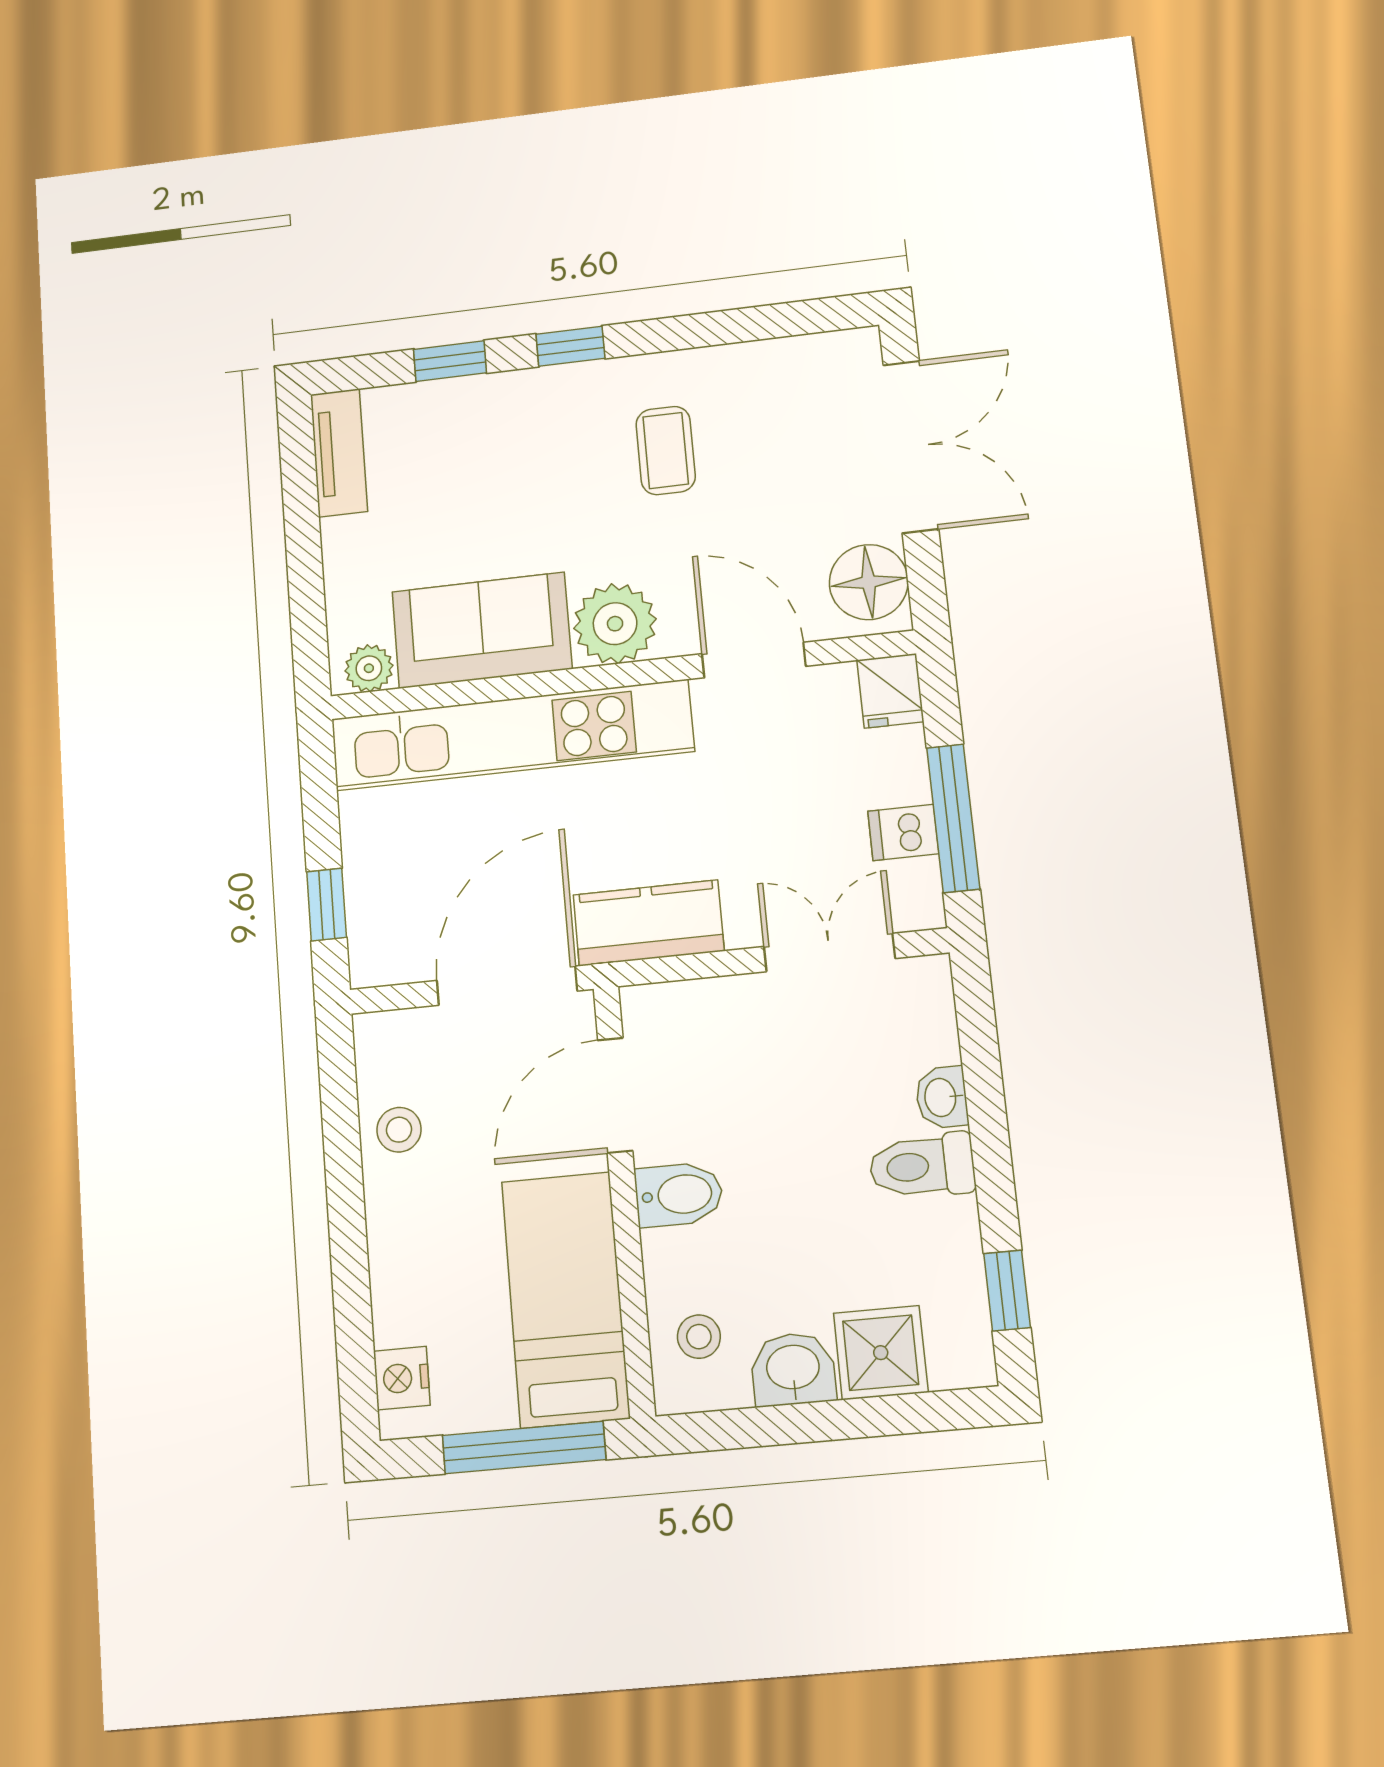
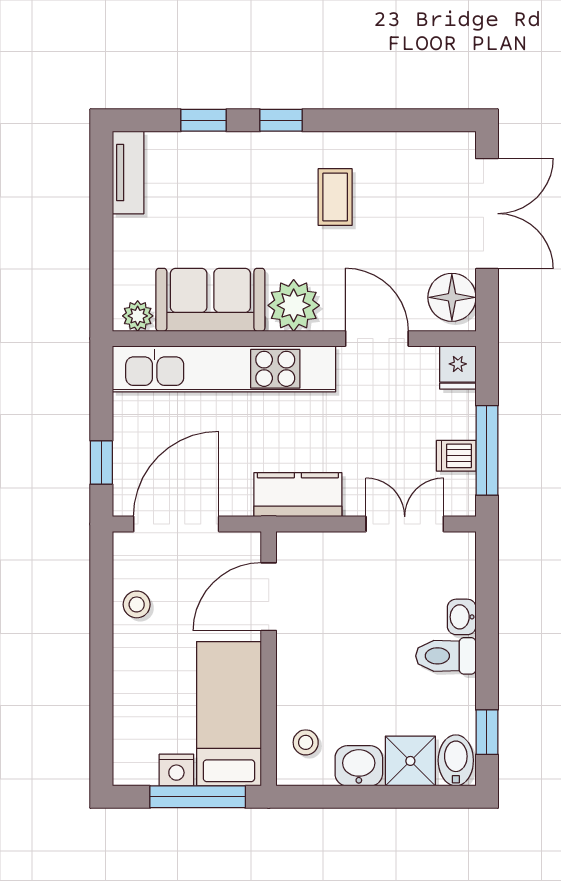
door: (507, 986) -> (176, 524), moved
bidet: (679, 1195) -> (456, 760), moved, turned -90
nightstand: (402, 1378) -> (176, 770), moved, turned -90

